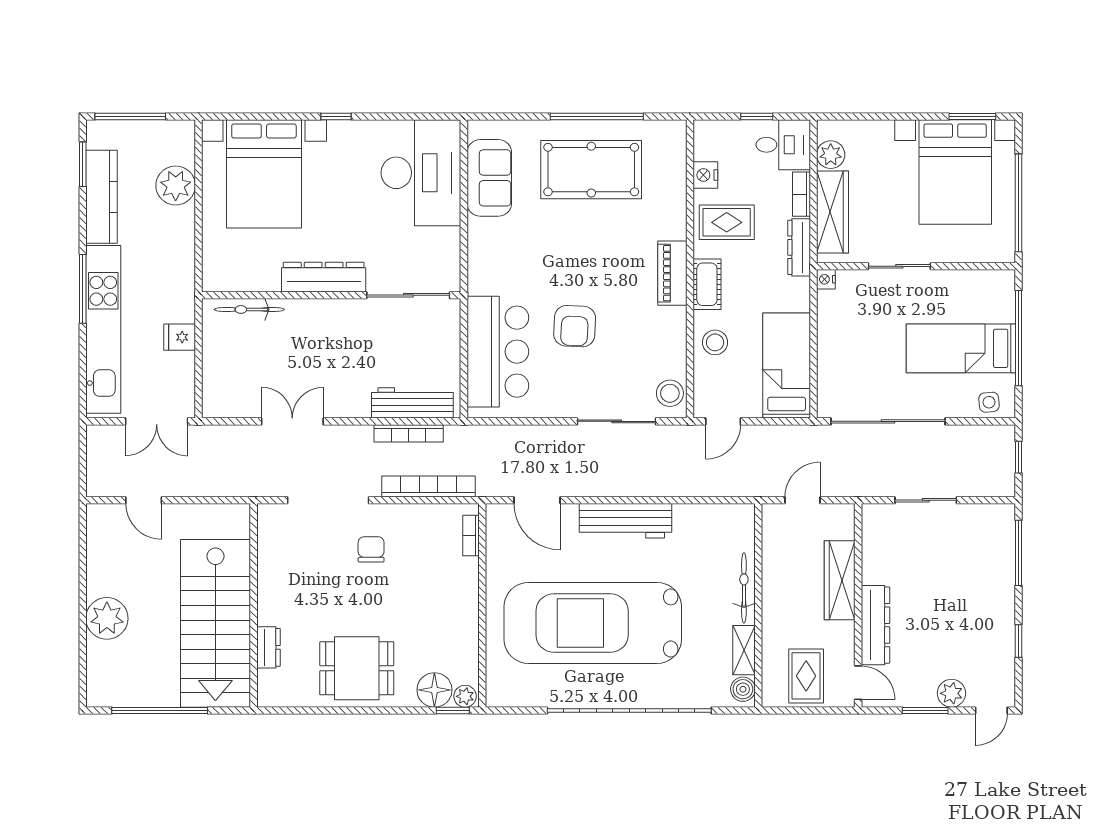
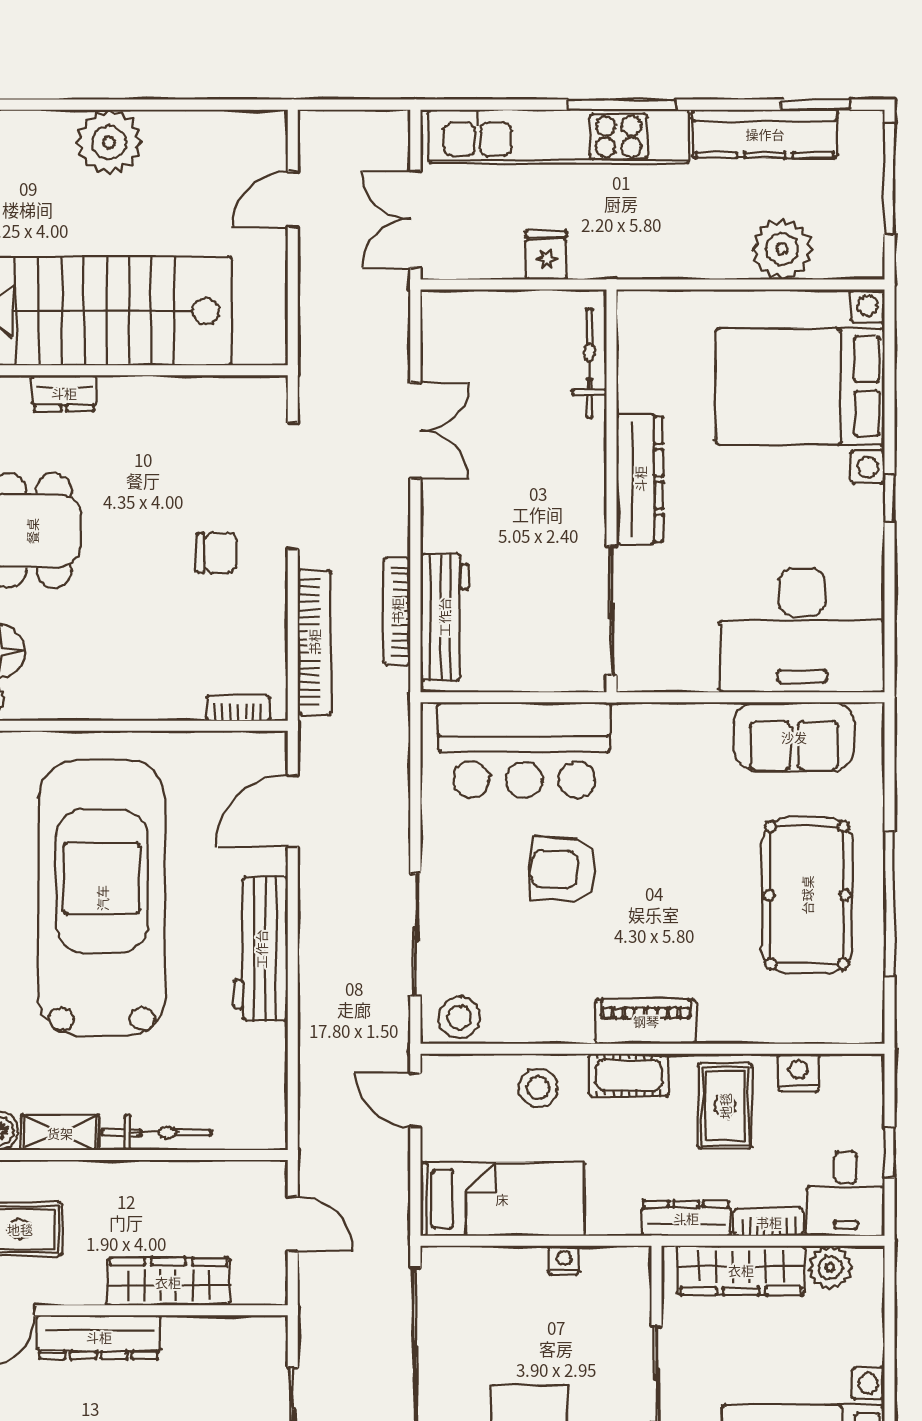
nightstand: (826, 279) -> (564, 1260), moved

